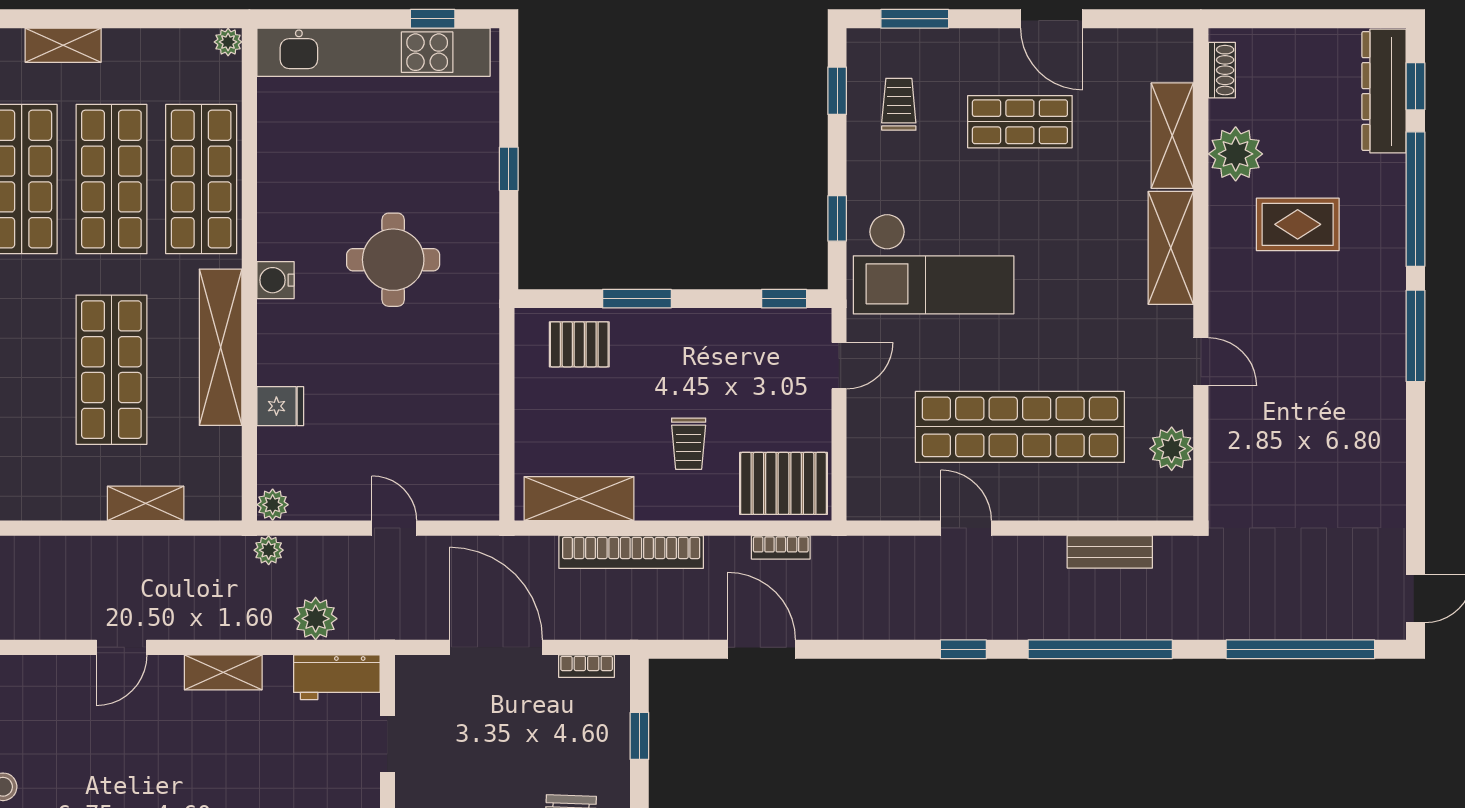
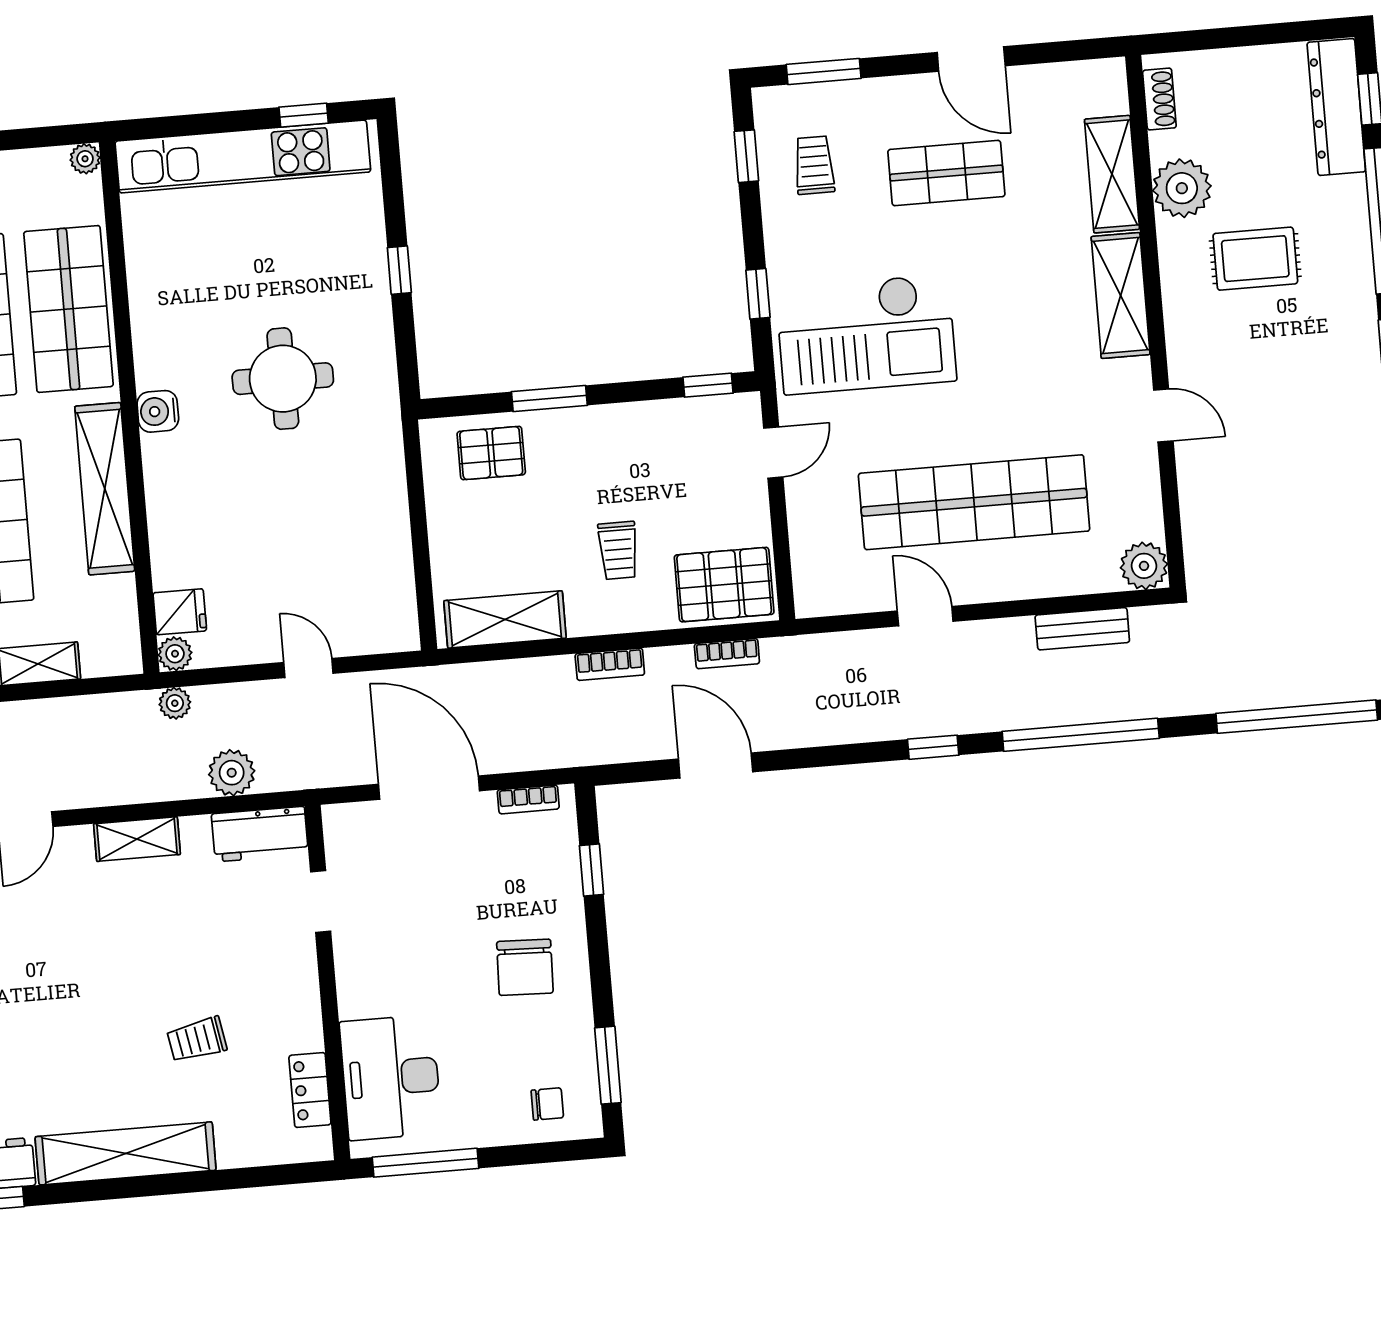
fridge: (280, 406) -> (180, 612), moved
plant: (1172, 449) -> (1144, 566), moved
bookcase: (631, 552) -> (610, 664), width x0.43, depth x0.76

